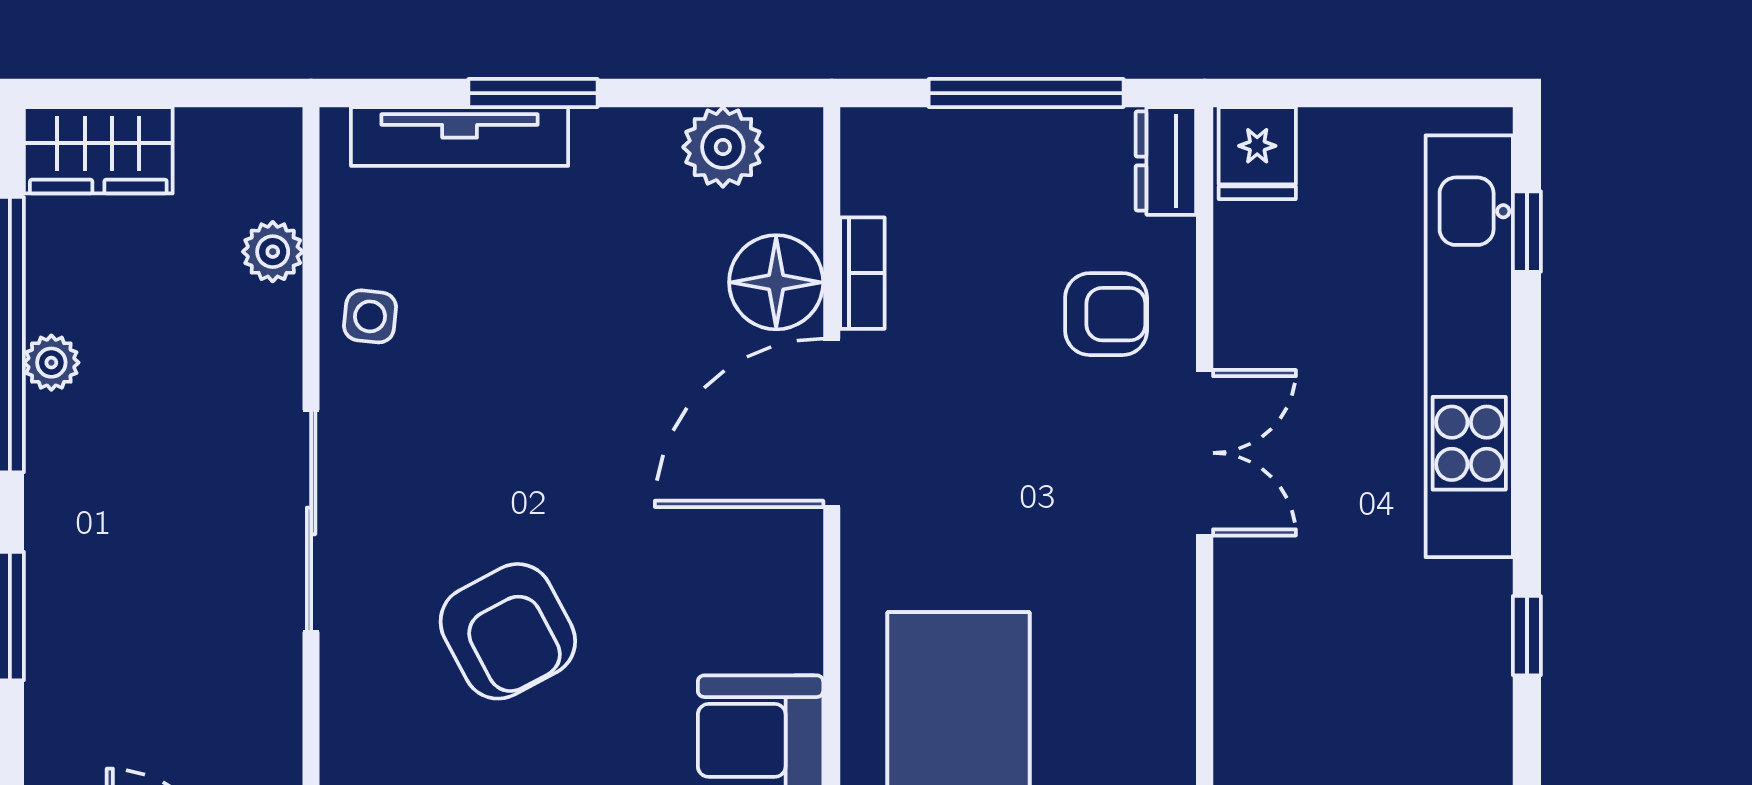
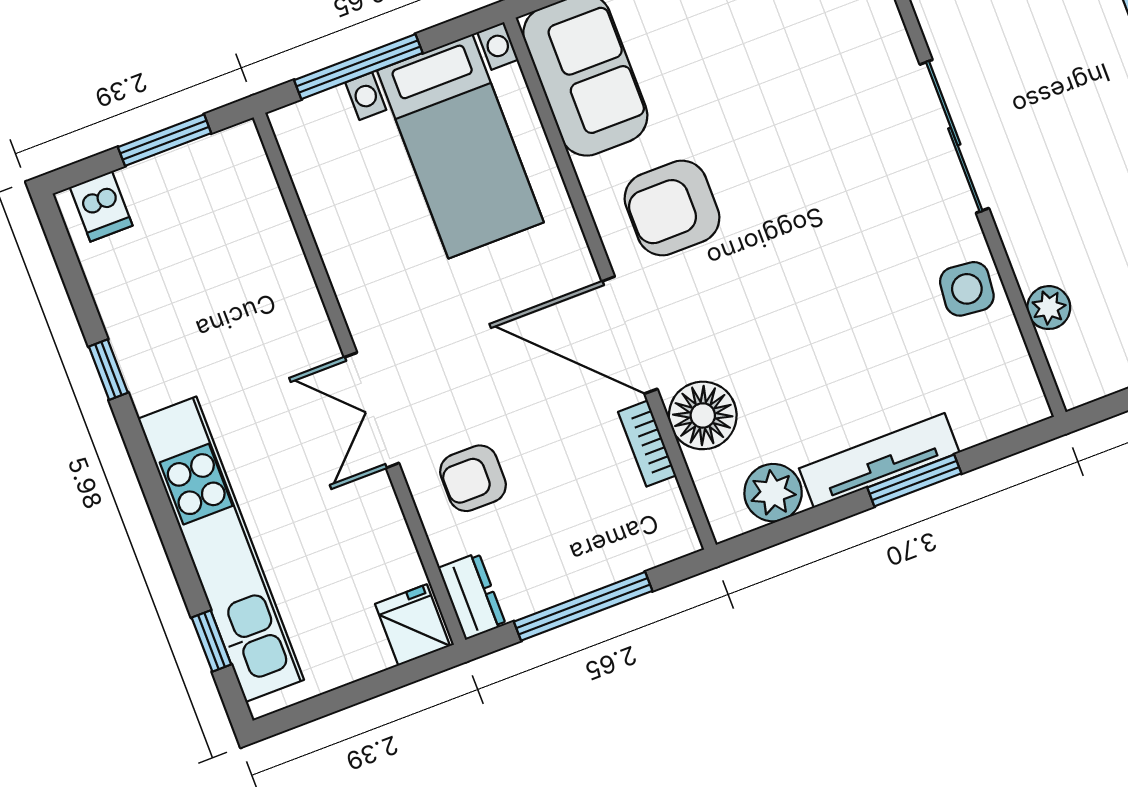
tv unit: (460, 137) -> (879, 460), moved
side table: (370, 316) -> (967, 289), width x1.37, depth x1.37
door: (832, 423) -> (630, 335), swing flipped
armchair: (508, 631) -> (672, 208), moved, turned -62

